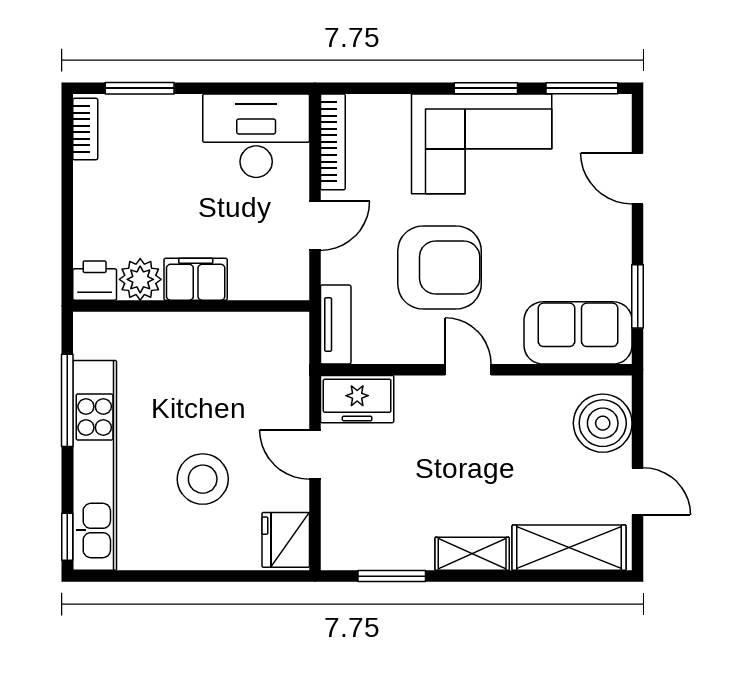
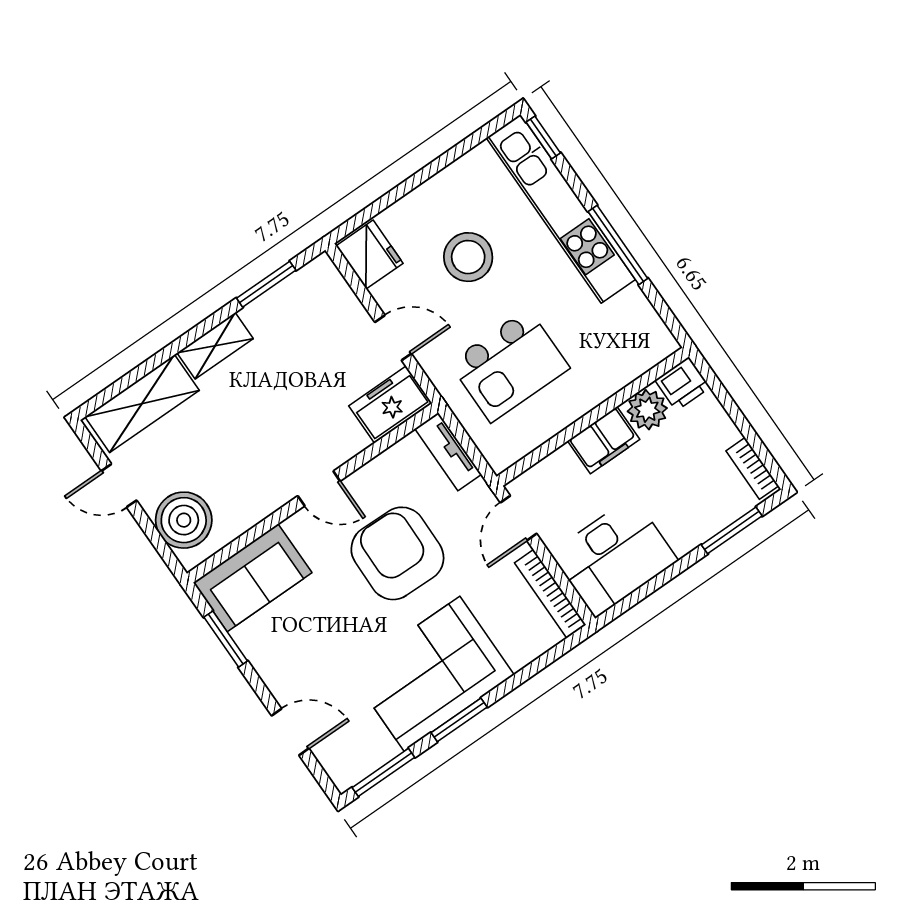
armchair: (440, 267) -> (397, 553), turned 91
plant: (140, 279) -> (647, 410), moved
filing cabinet: (196, 279) -> (604, 440), moved
printer: (95, 281) -> (683, 384), moved
wall: (191, 306) -> (593, 417), moved
kitchen island: (232, 362) -> (509, 365), added

